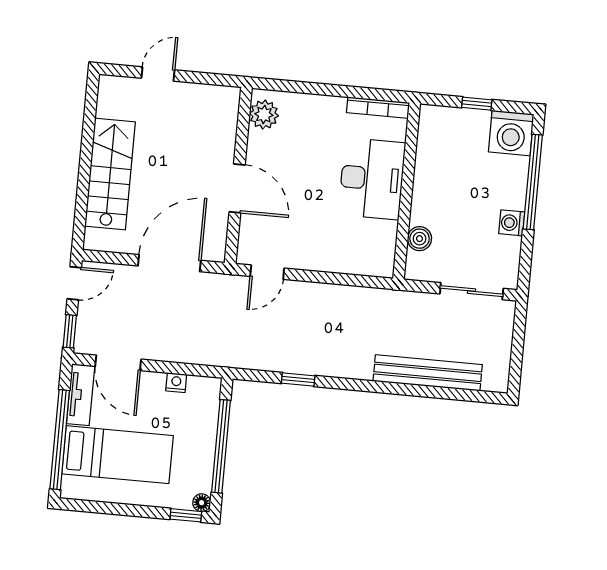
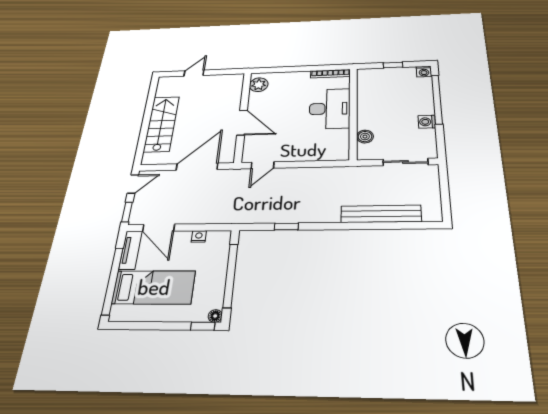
washing machine: (511, 133) -> (424, 72), width x0.53, depth x0.53

